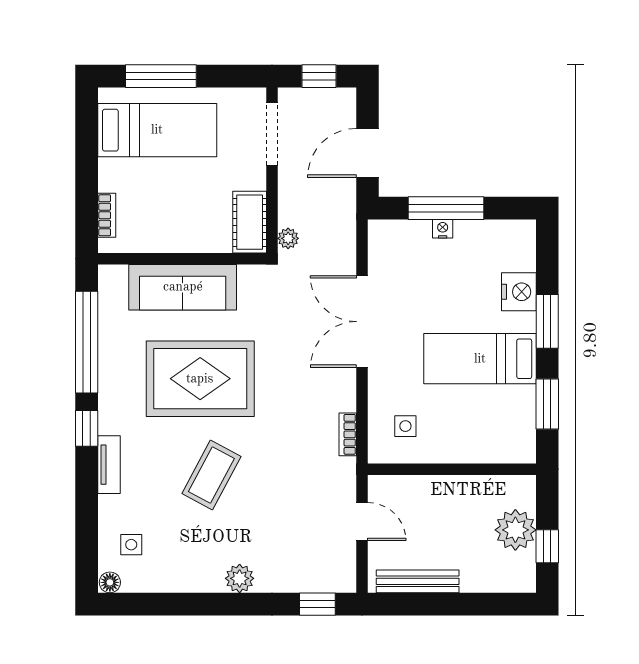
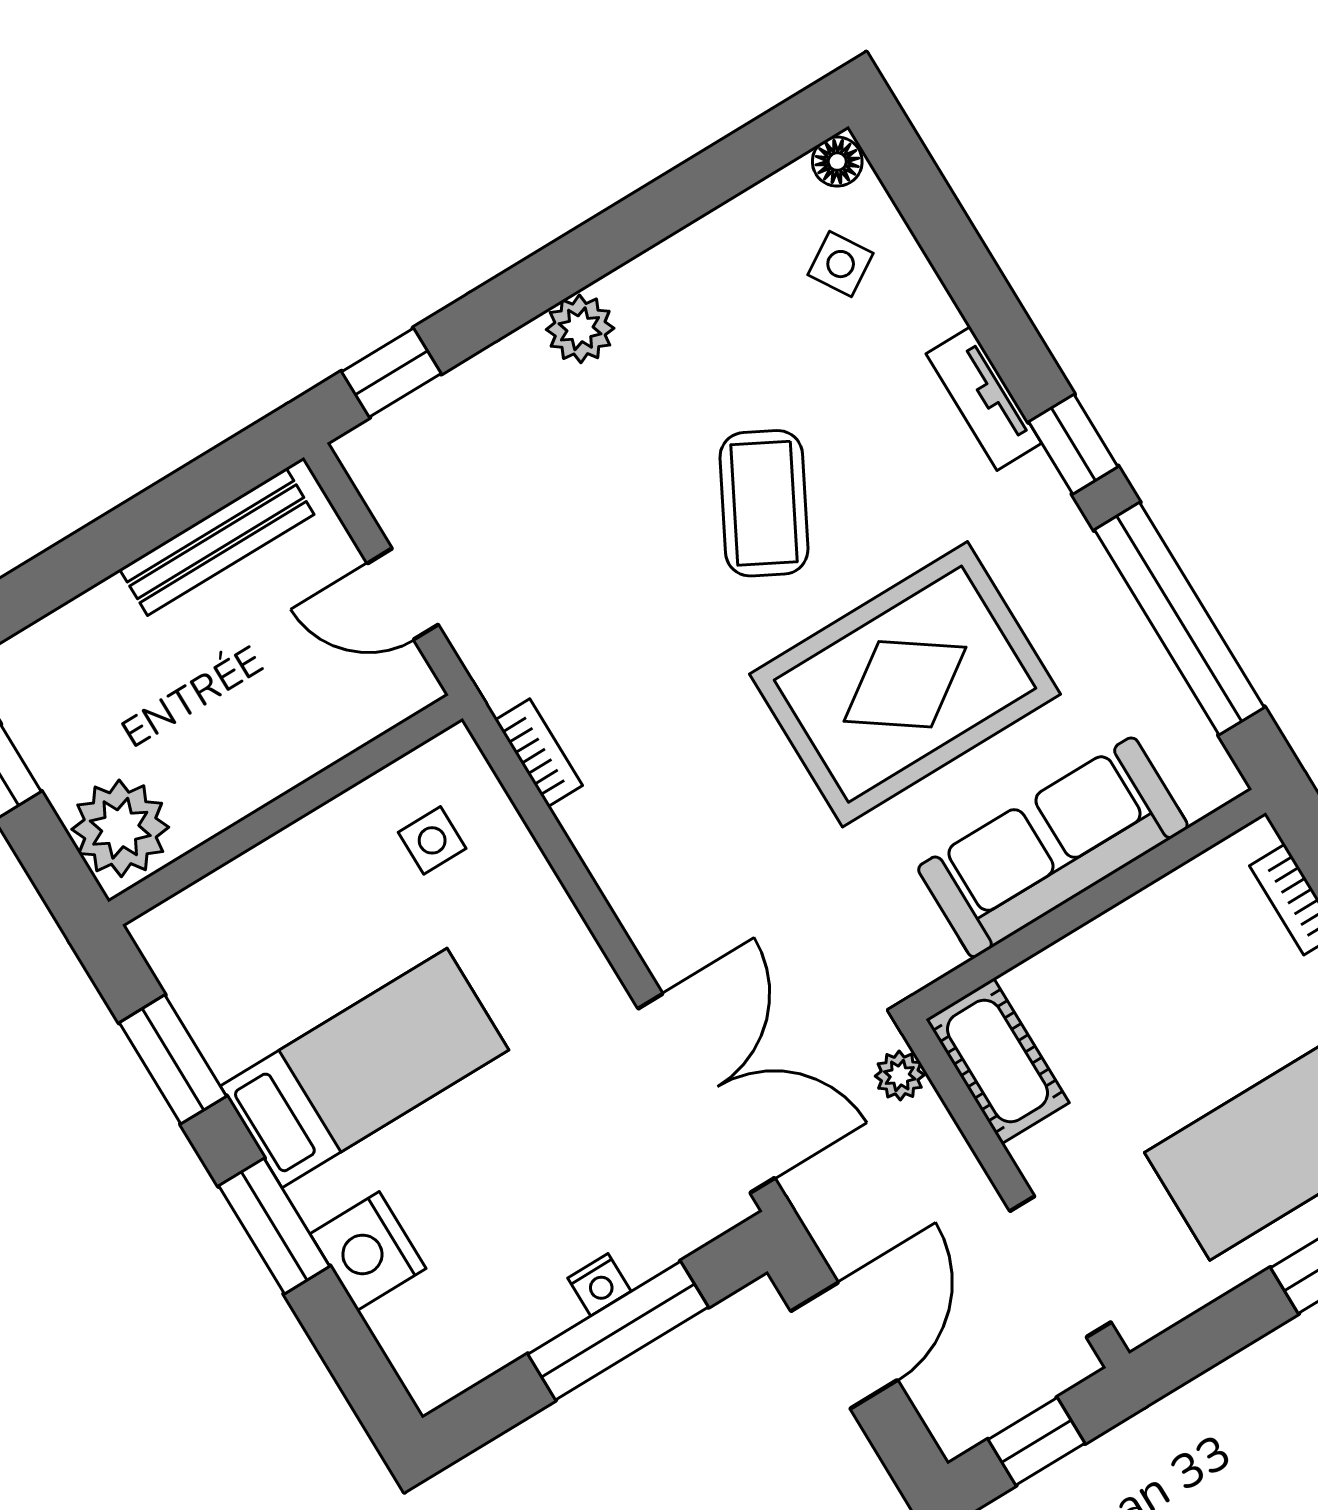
double door: (362, 322) -> (706, 1093), moved
plant: (515, 530) -> (120, 828), moved
side table: (131, 545) -> (841, 264), turned -32

